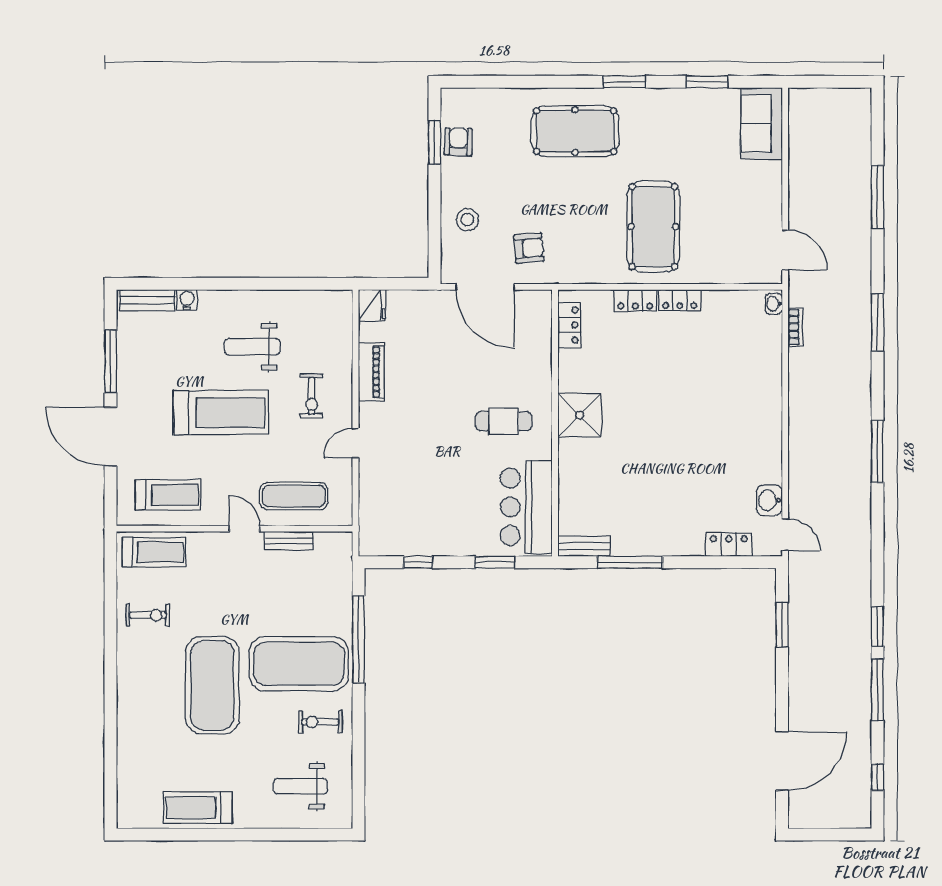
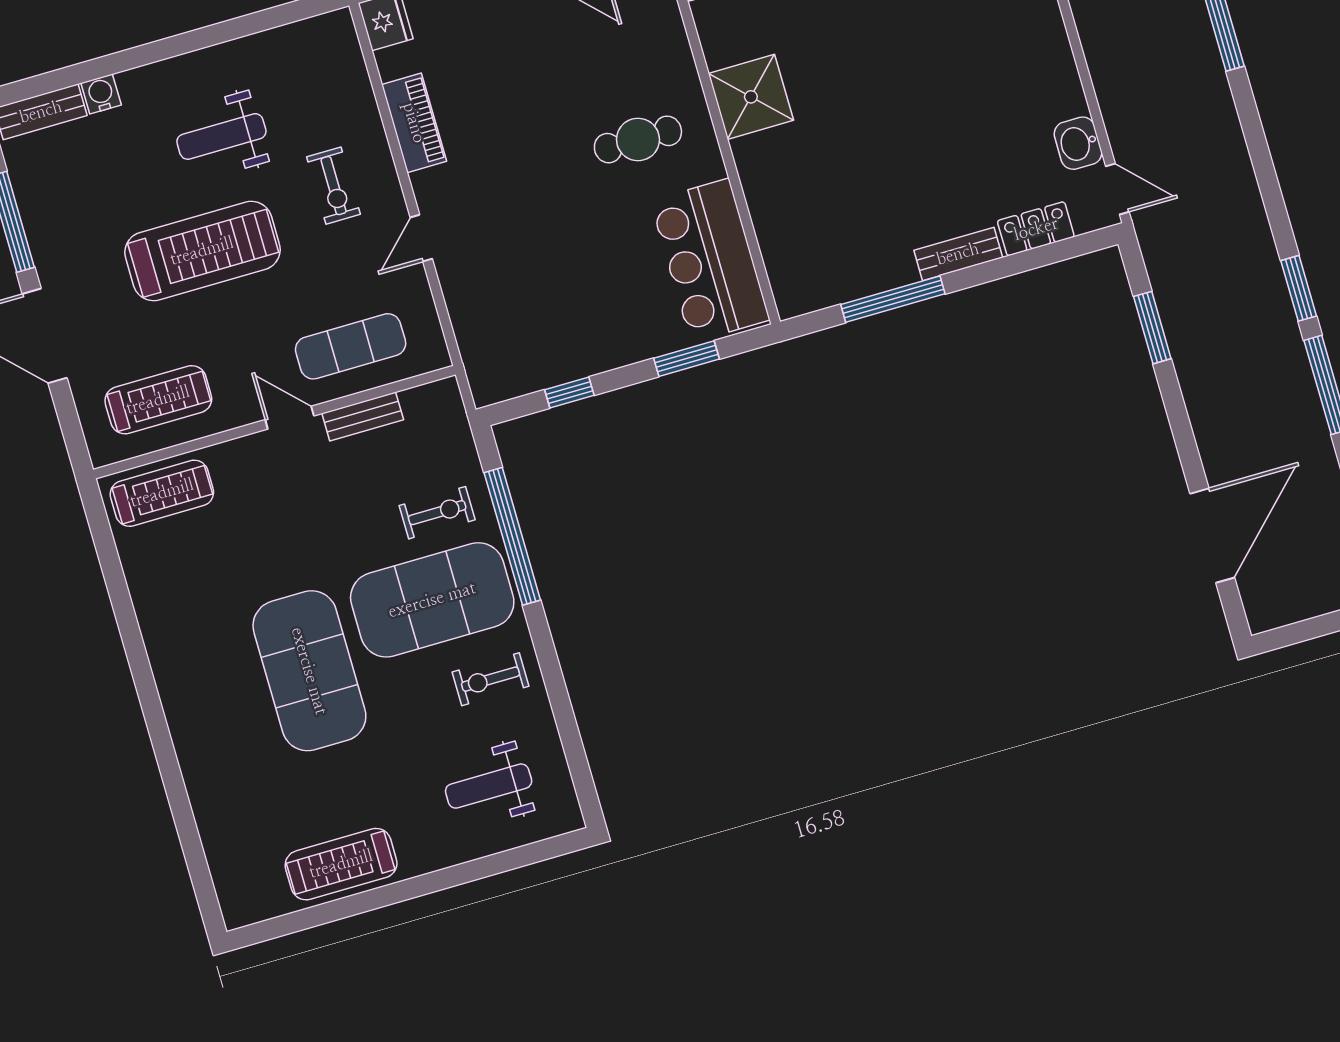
bench: (584, 546) -> (958, 254), moved
exercise bike: (148, 615) -> (437, 513), moved

